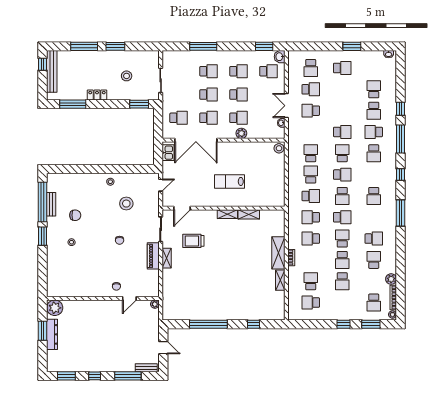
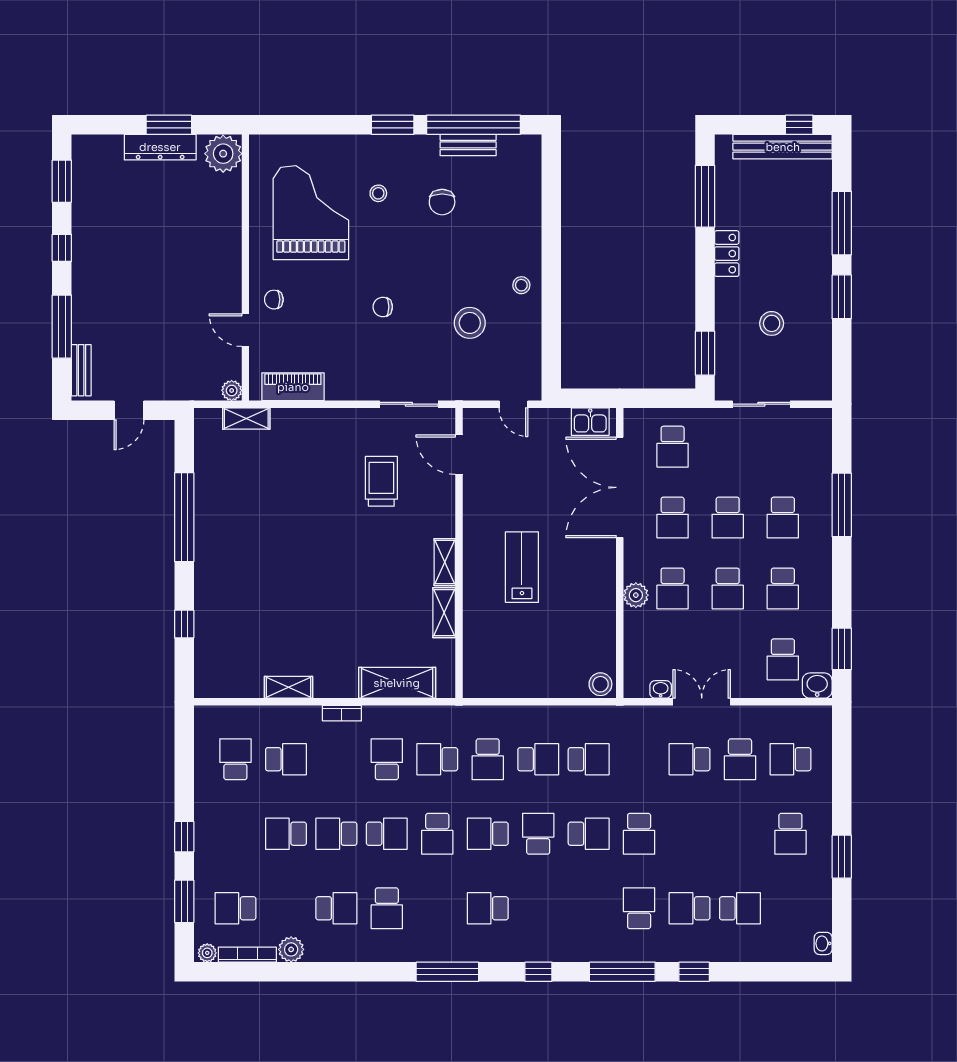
school desk: (311, 111) -> (690, 759), turned -90
school desk: (374, 153) -> (589, 908), removed
school desk: (342, 175) -> (538, 834), turned 180
school desk: (311, 217) -> (437, 759), turned -90
shelving: (278, 253) -> (397, 683), moved
piano: (153, 256) -> (293, 387), moved
shelving: (167, 258) -> (246, 418), moved
grand piano: (80, 271) -> (311, 213), added

